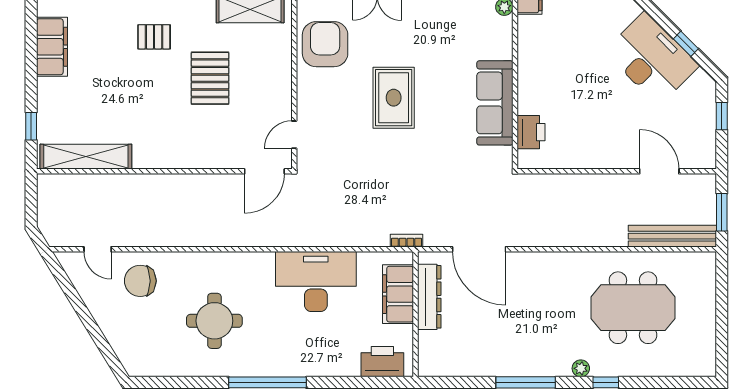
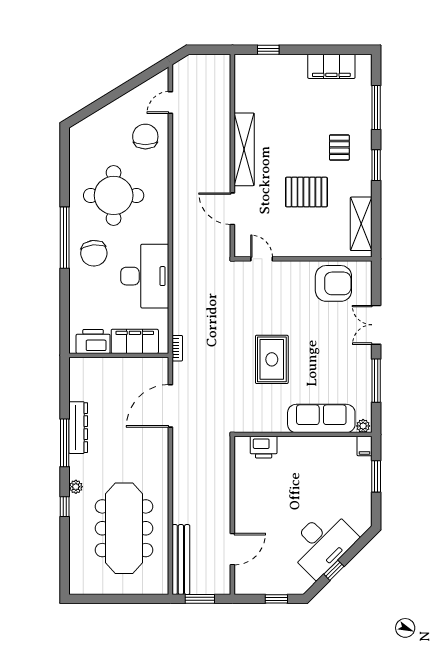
rug: (394, 98) -> (272, 359), moved, turned 90
sofa: (495, 103) -> (321, 418), moved
shelving: (86, 157) -> (244, 149), moved
door: (264, 171) -> (232, 209), moved
dresser: (429, 297) -> (78, 428), moved, turned -90
meeting table: (633, 308) -> (124, 528), width x1.36
round table: (214, 321) -> (114, 195), width x1.36, depth x1.36
chair: (287, 346) -> (94, 253), added
printer: (382, 362) -> (93, 341), moved, turned -90

